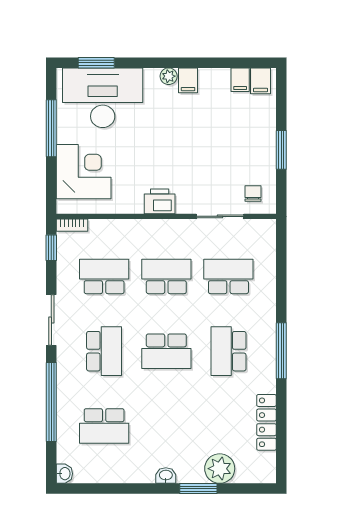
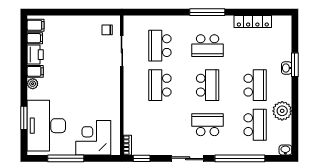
window: (96, 63) -> (24, 118), moved
window: (281, 150) -> (79, 12), removed
printer: (160, 201) -> (35, 55), moved, turned 180
school desk: (104, 276) -> (255, 85), moved, turned 180
plant: (220, 469) -> (282, 111), moved
washbasin: (166, 476) -> (287, 68), moved

